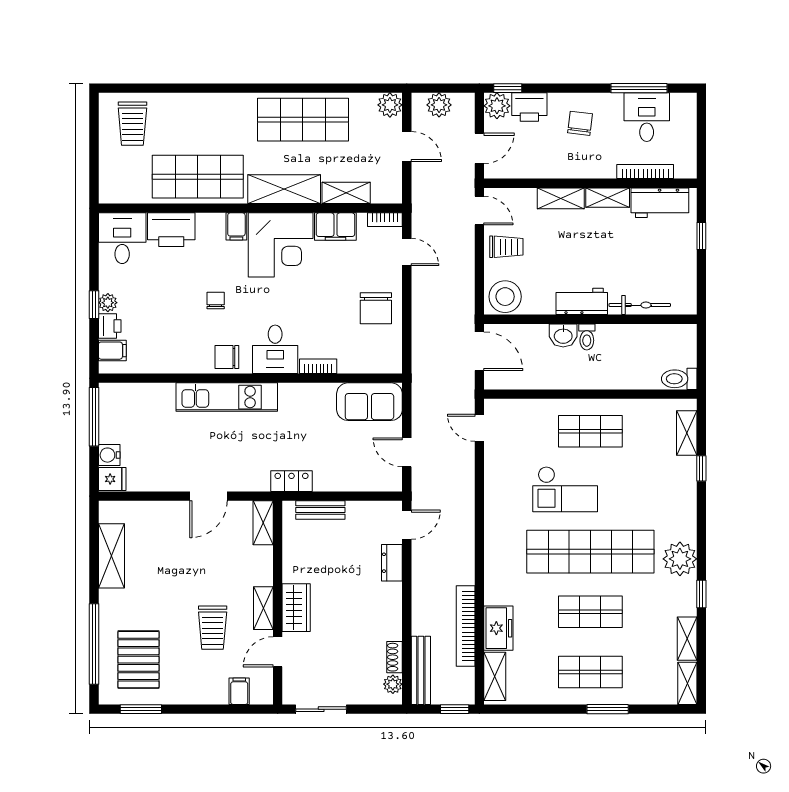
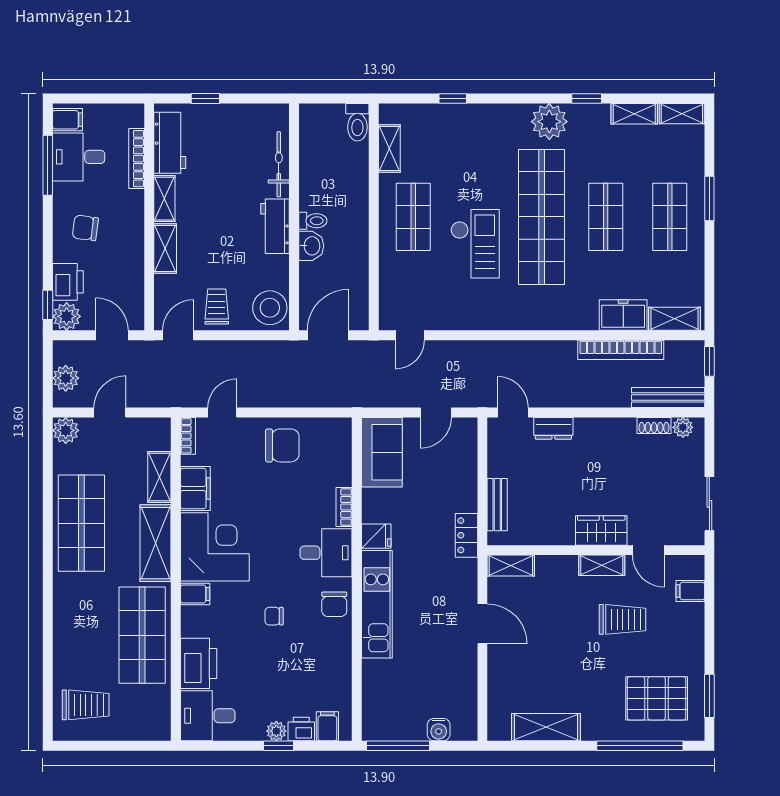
filing cabinet: (682, 107) -> (67, 120), added
shelving: (687, 433) -> (389, 149), moved, turned 90
fridge: (112, 479) -> (376, 536), moved, turned 90

